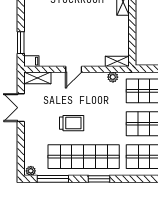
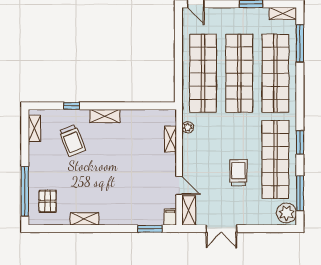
shelving: (117, 61) -> (171, 139), moved
door: (74, 69) -> (179, 185), moved
plant: (31, 171) -> (286, 213), width x1.87, depth x1.87

